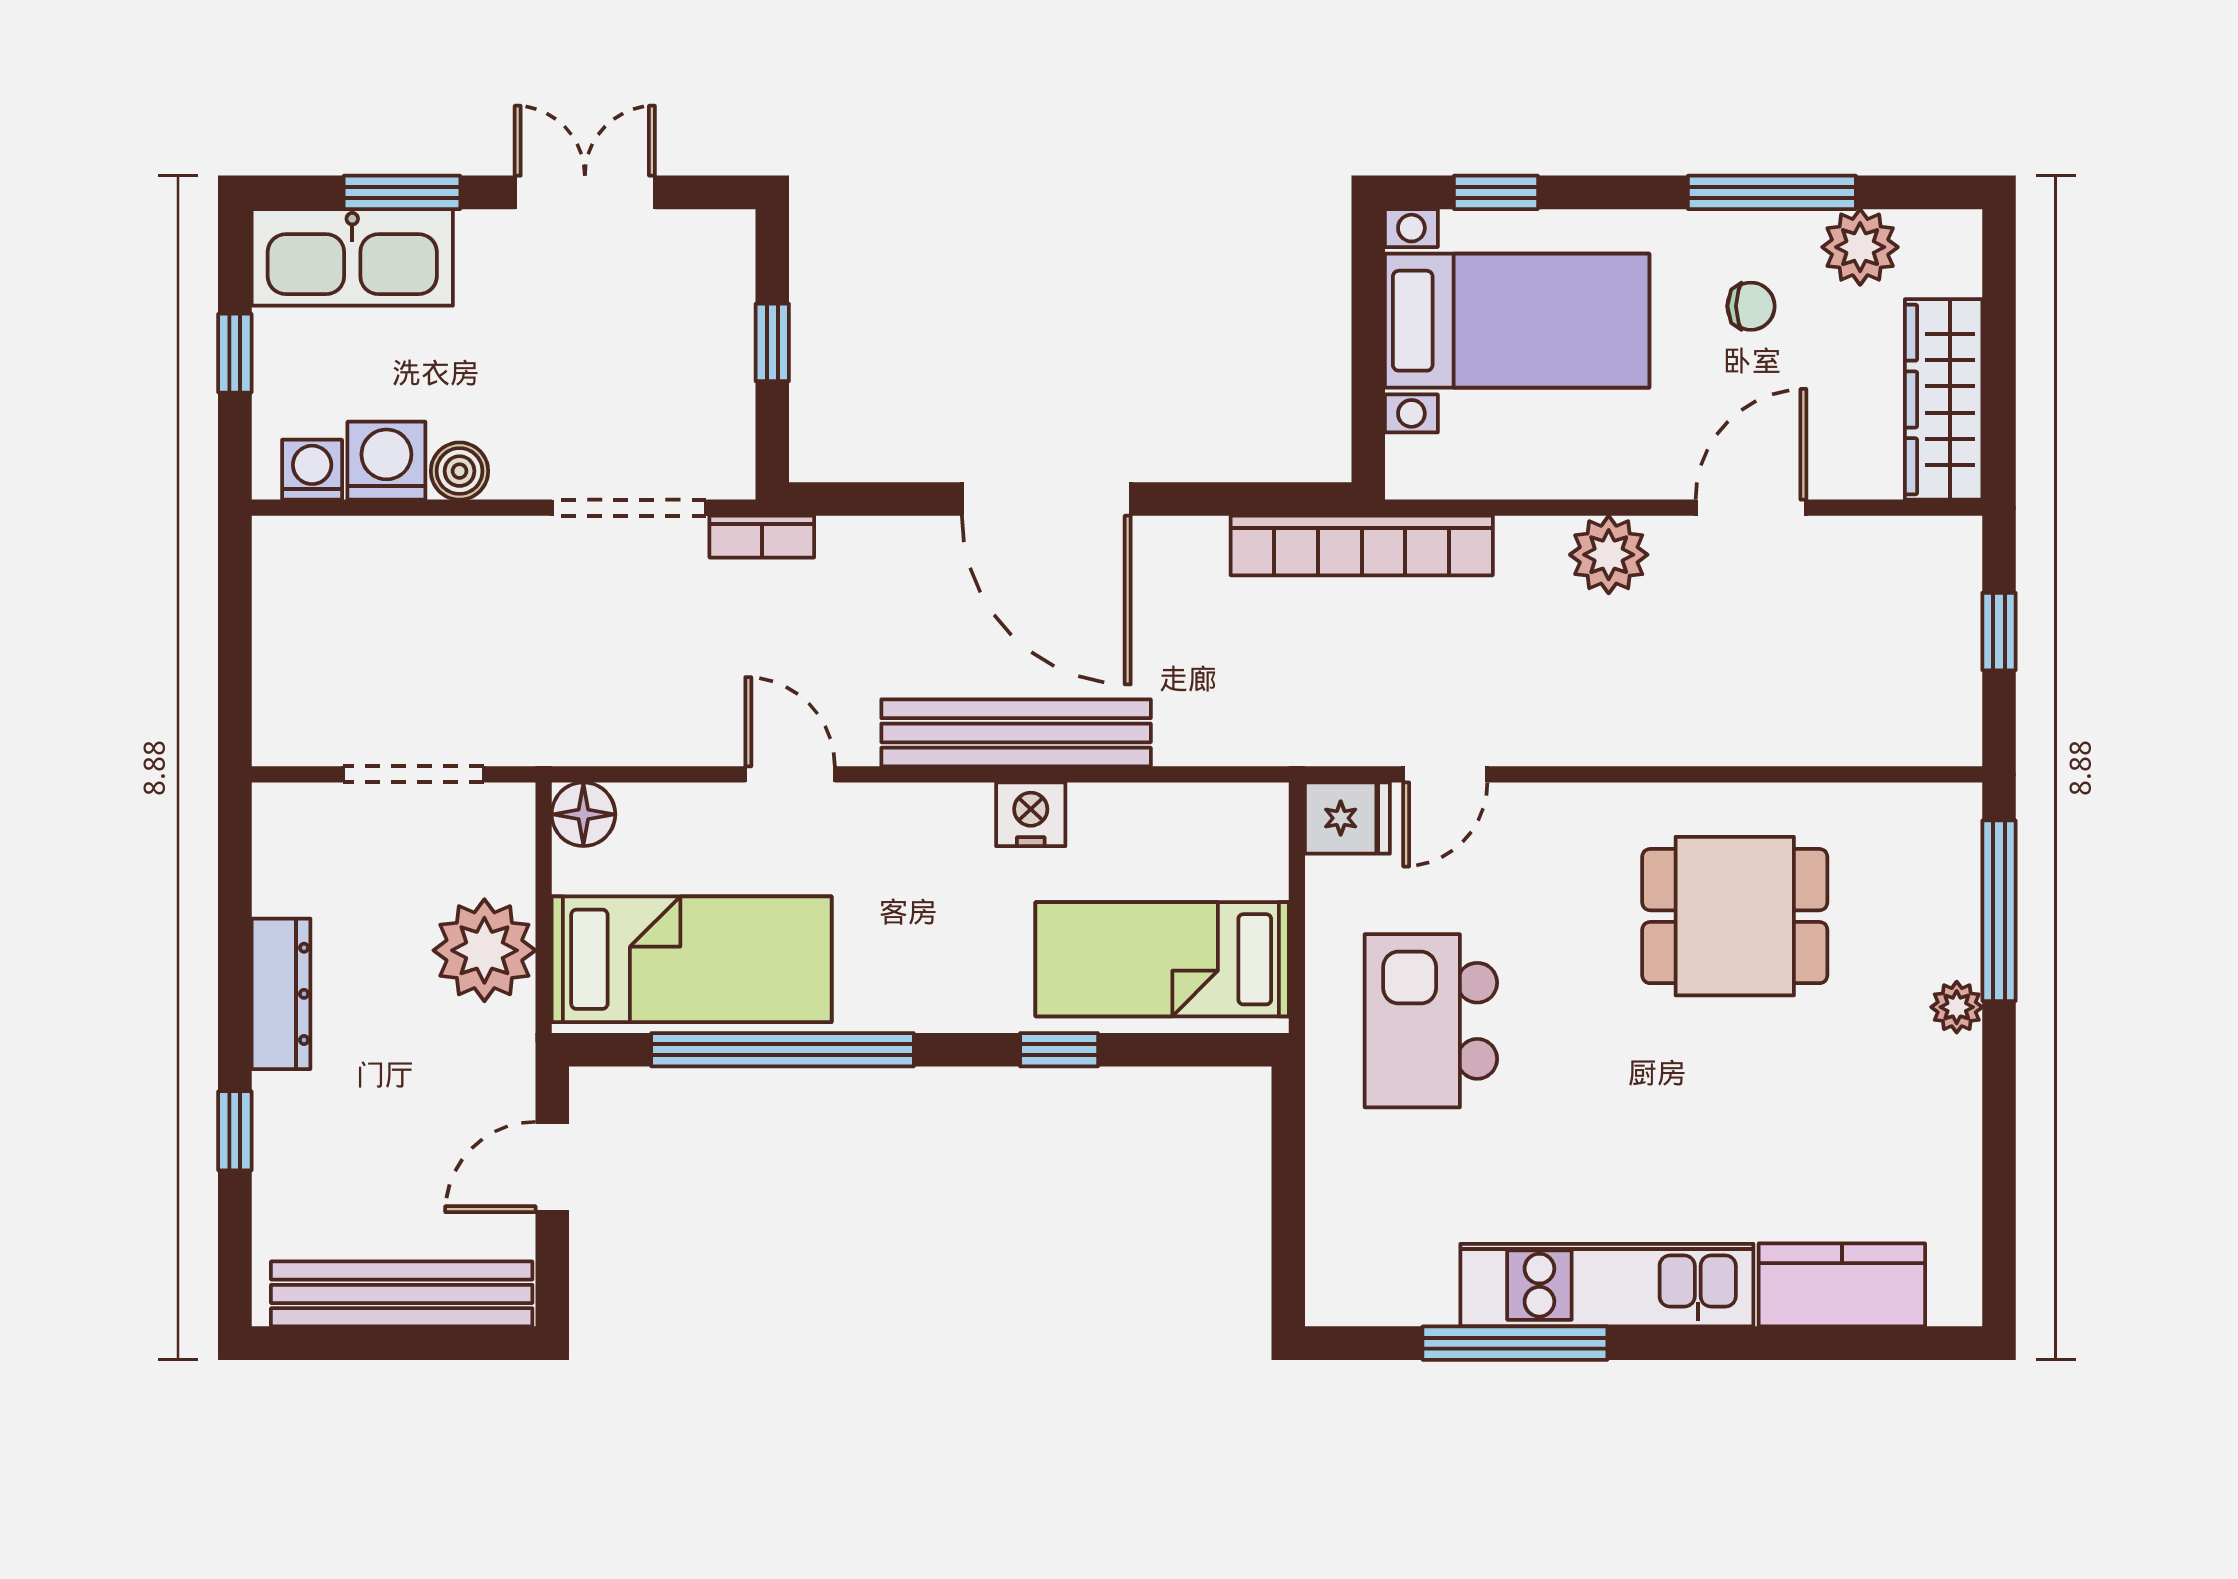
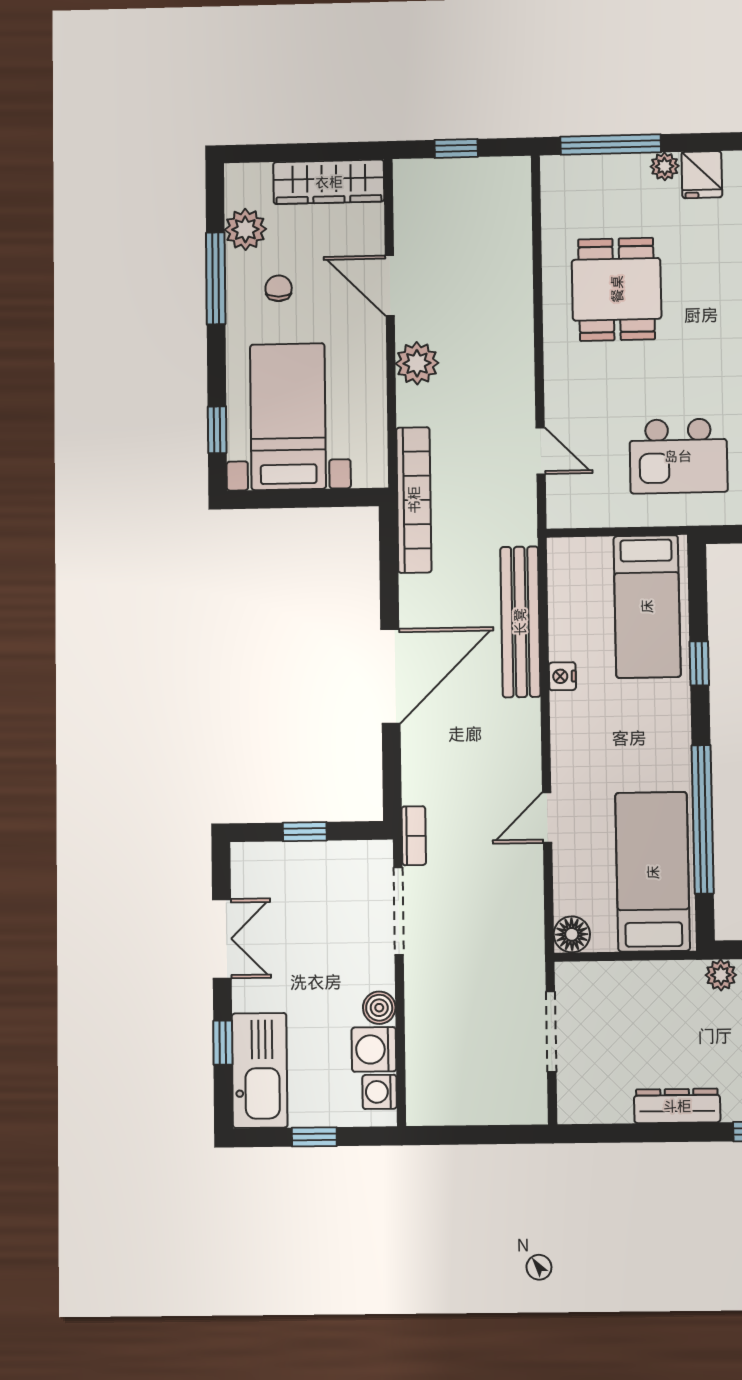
window: (402, 192) -> (223, 1043), width x0.67
double door: (585, 192) -> (222, 939), swing flipped
bench: (1016, 733) -> (520, 622), moved
nightstand: (1031, 814) -> (562, 676), width x0.72, depth x0.74
fridge: (1347, 818) -> (702, 175), moved, turned 180
plant: (484, 950) -> (721, 975), moved, width x0.53, depth x0.53

